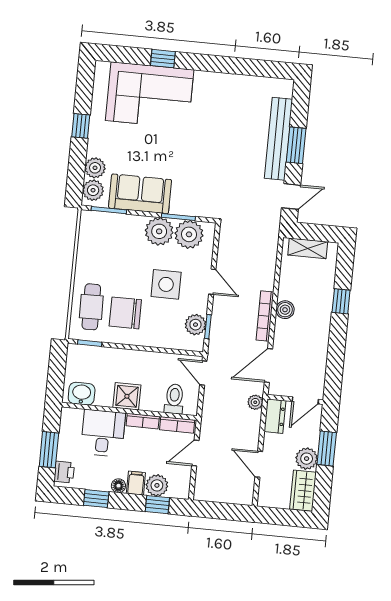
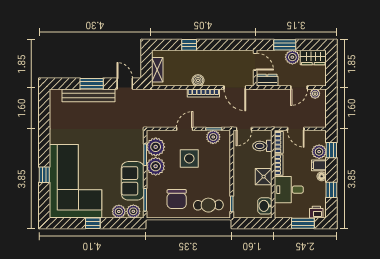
corner sofa: (150, 95) -> (76, 181), width x1.36, depth x1.36
chair: (125, 313) -> (177, 199), moved
plant: (255, 402) -> (315, 94), moved

